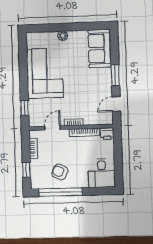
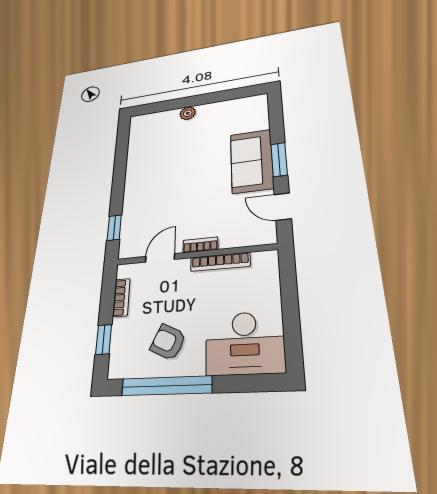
sofa: (100, 48) -> (252, 161), moved
corner sofa: (45, 73) -> (154, 170), removed
door: (116, 104) -> (283, 207), hinge flipped
printer: (107, 134) -> (265, 262), removed
desk: (102, 173) -> (245, 343), width x1.37

